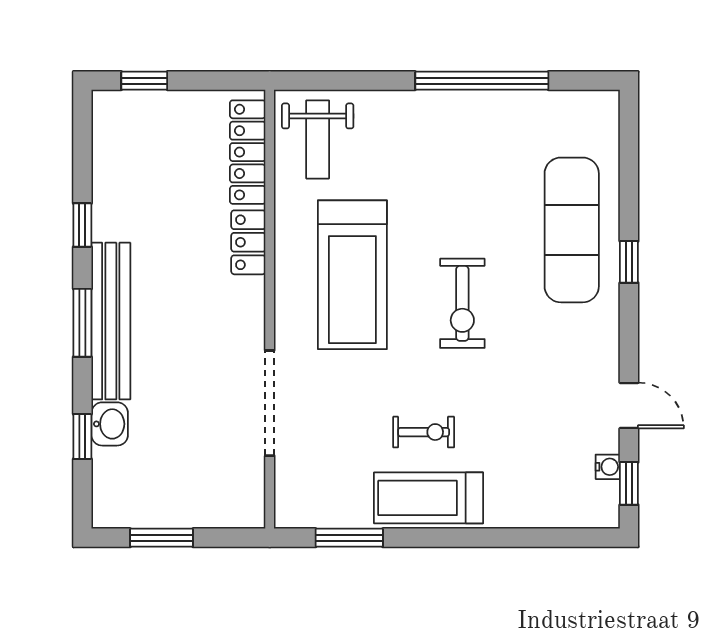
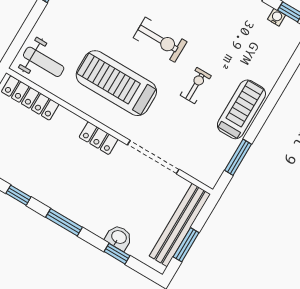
locker: (248, 242) -> (99, 138), moved
treadmill: (352, 275) -> (116, 83), turned 180
bench: (111, 321) -> (180, 225), moved, turned 90
exercise bike: (424, 432) -> (196, 86), moved
treadmill: (428, 498) -> (241, 109), turned 180

